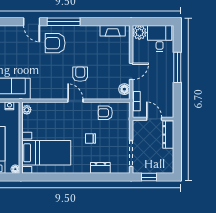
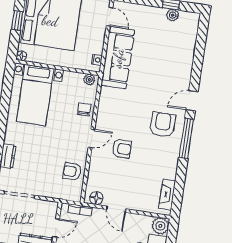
armchair: (105, 113) -> (72, 172), turned -90
chair: (90, 139) -> (84, 109), moved

